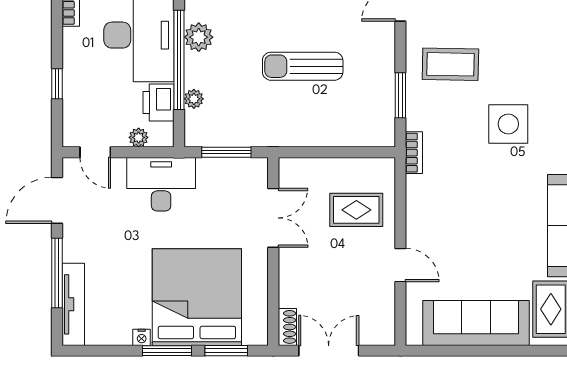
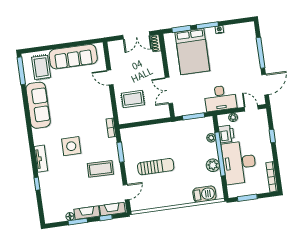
sun lounger: (303, 66) -> (156, 167), moved
bed: (197, 297) -> (192, 51), width x0.73
tv unit: (73, 304) -> (251, 40), removed

